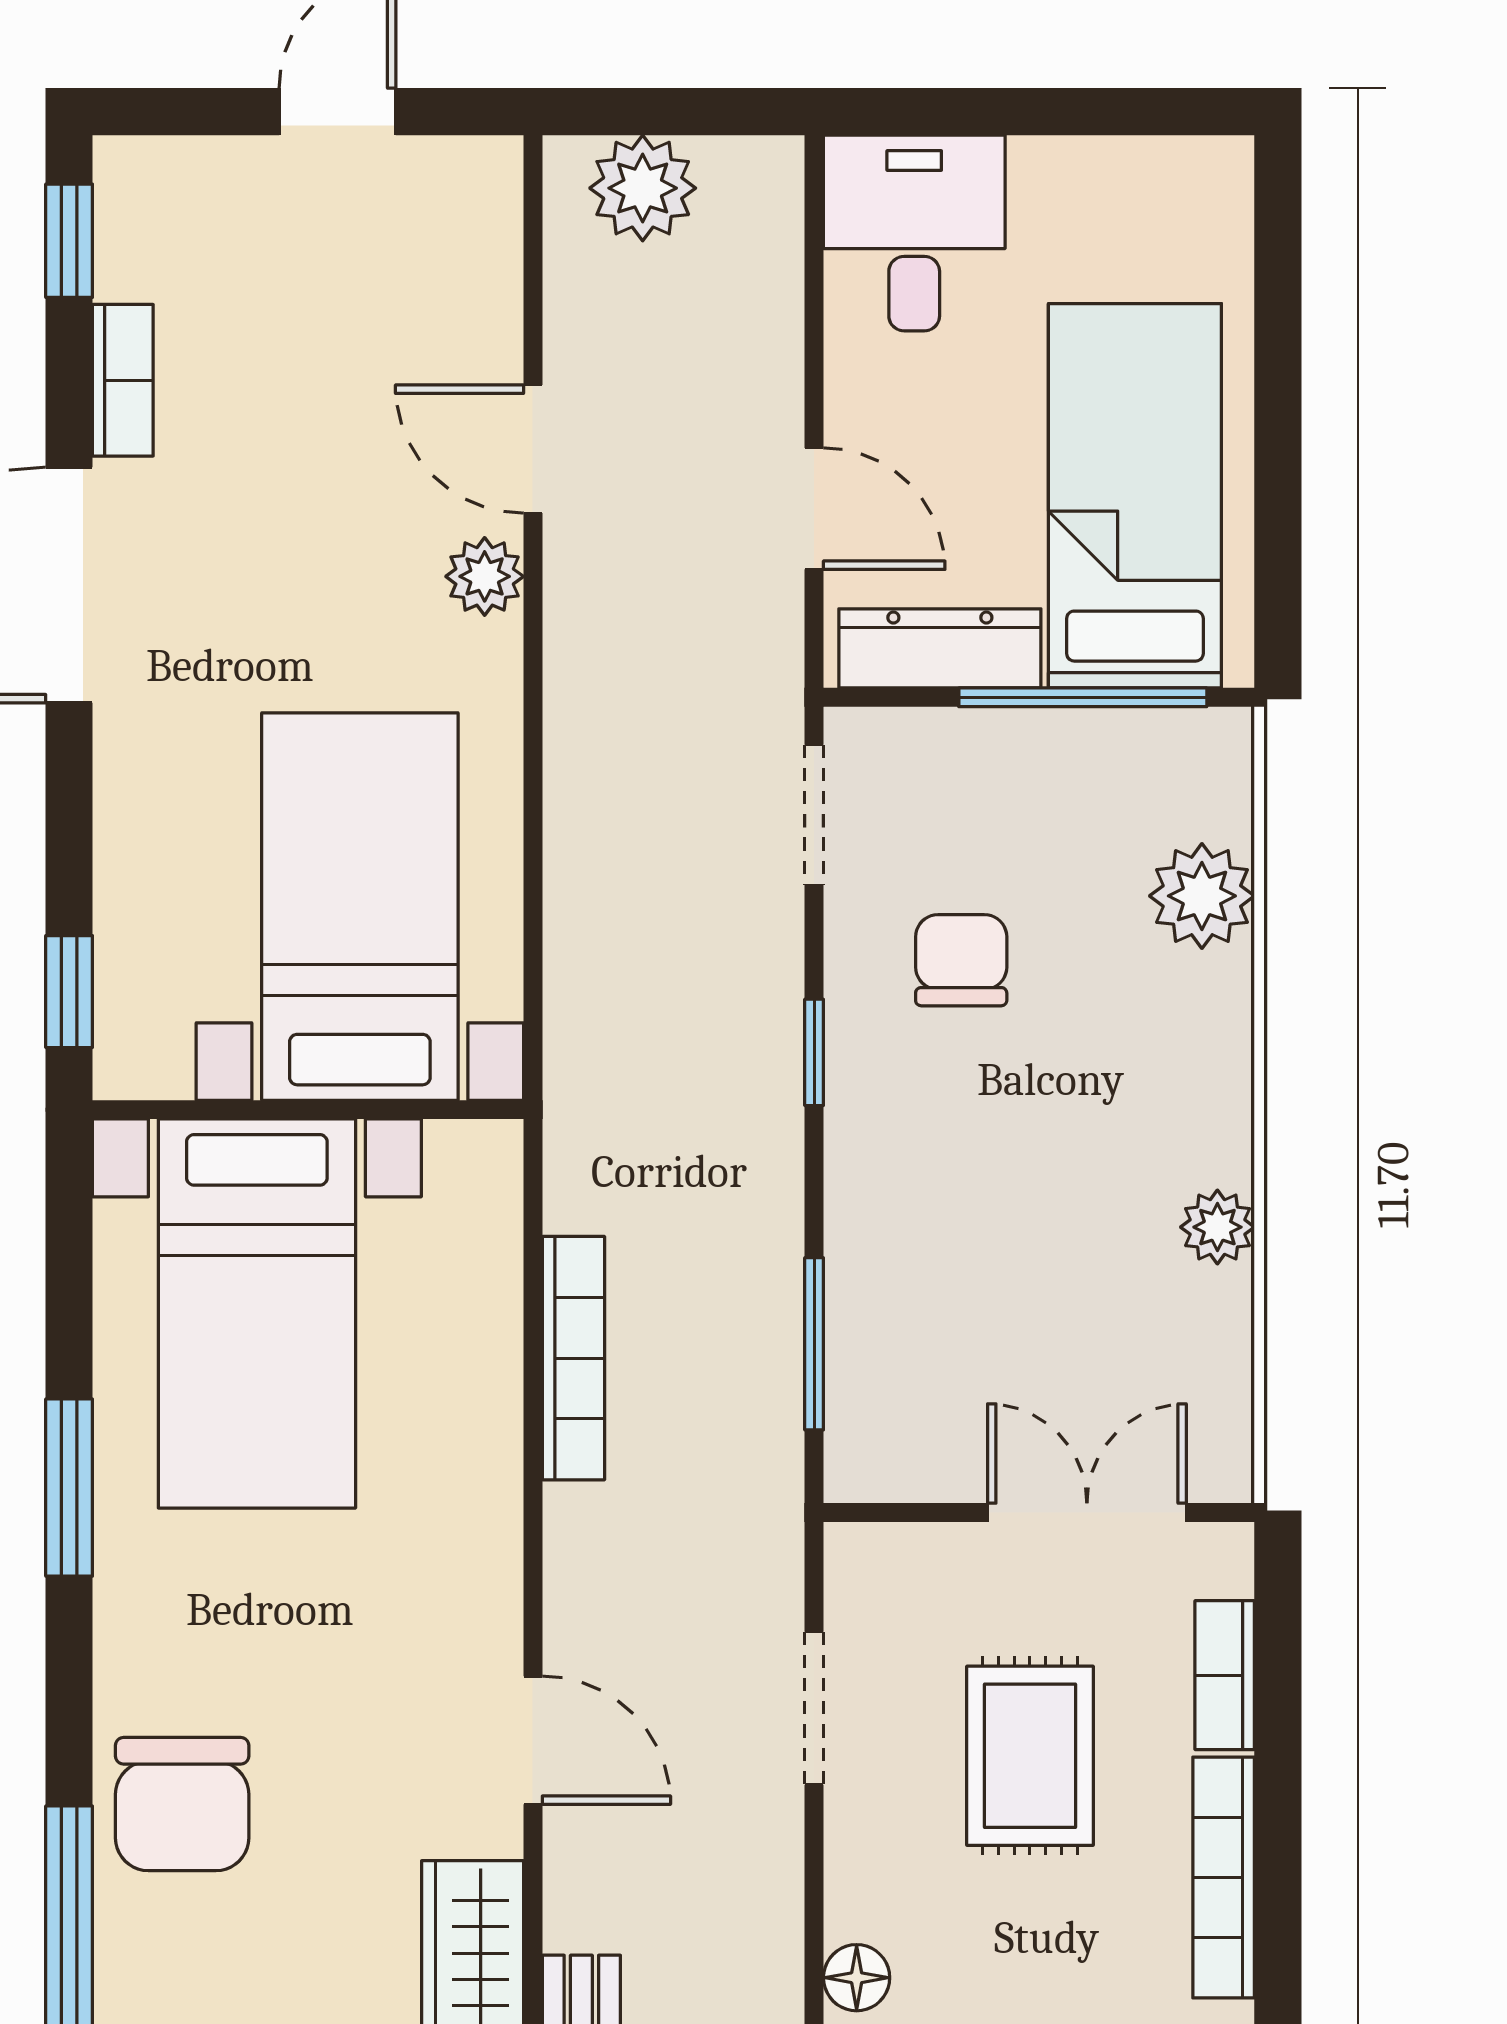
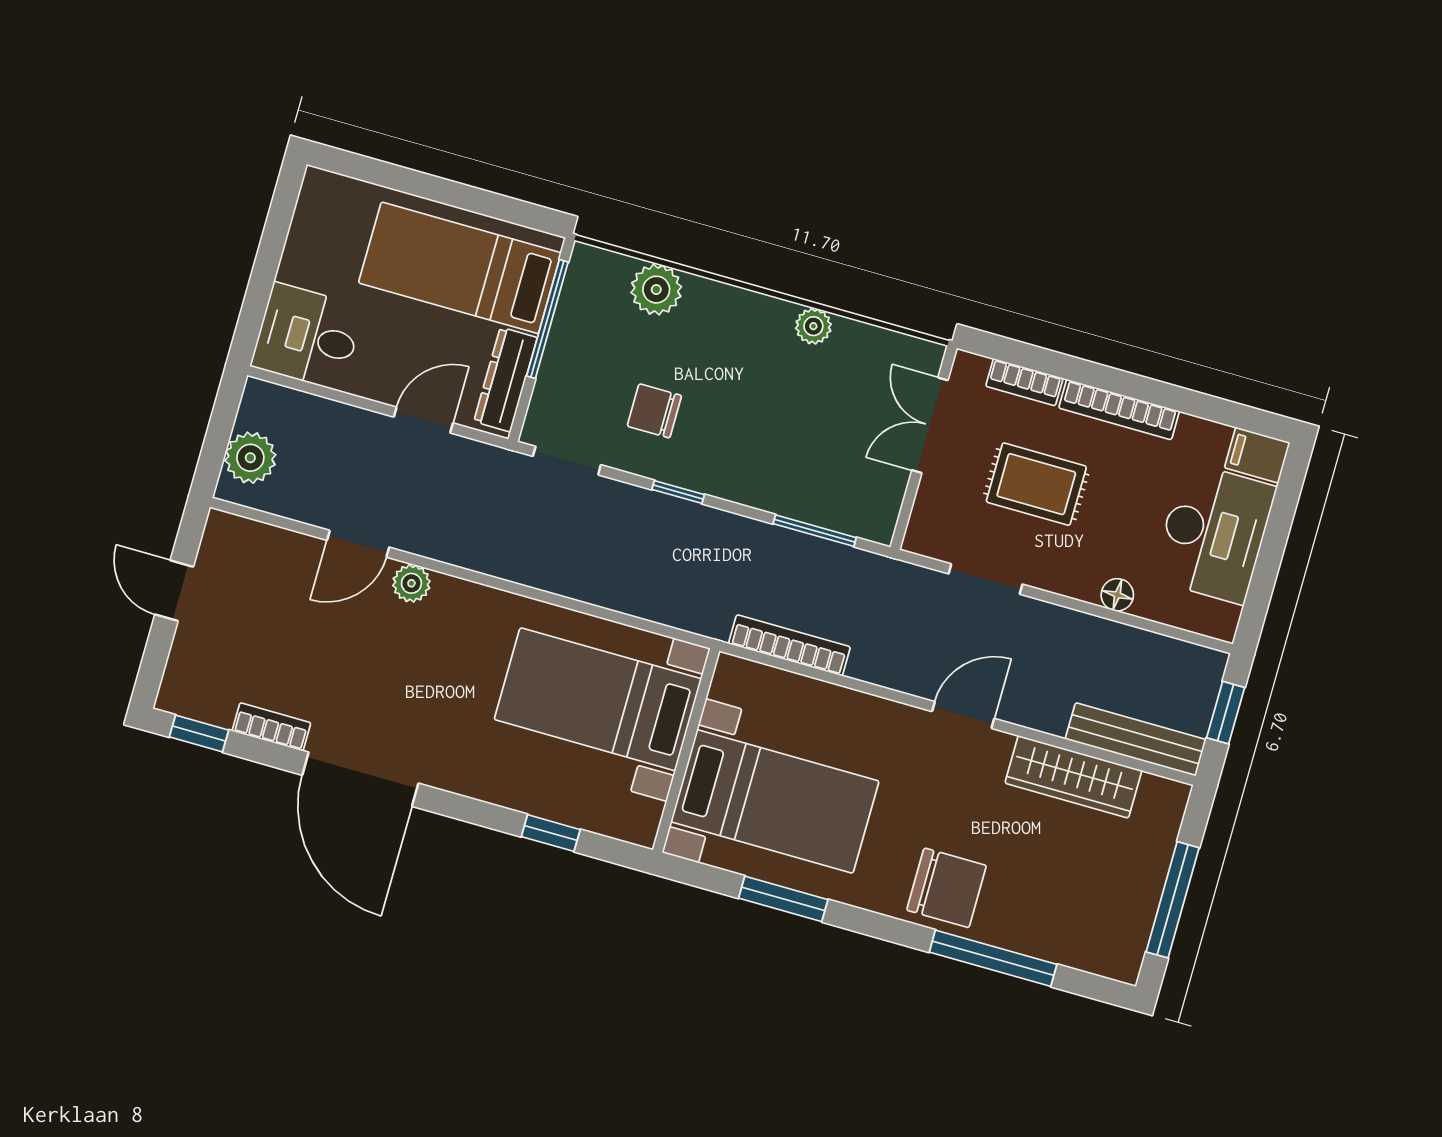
bed with nightstands: (360, 907) -> (598, 699), moved
wall: (308, 1110) -> (686, 750), moved
bed with nightstands: (257, 1314) -> (775, 801), moved

